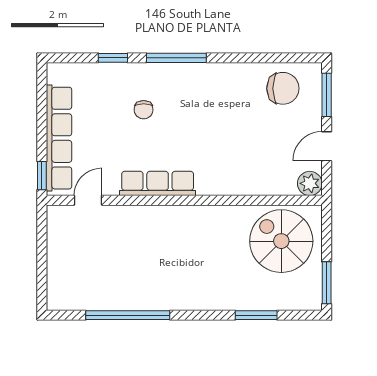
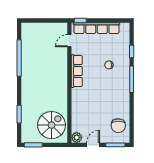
door: (327, 146) -> (93, 145), hinge flipped
door: (88, 200) -> (69, 41), swing flipped

